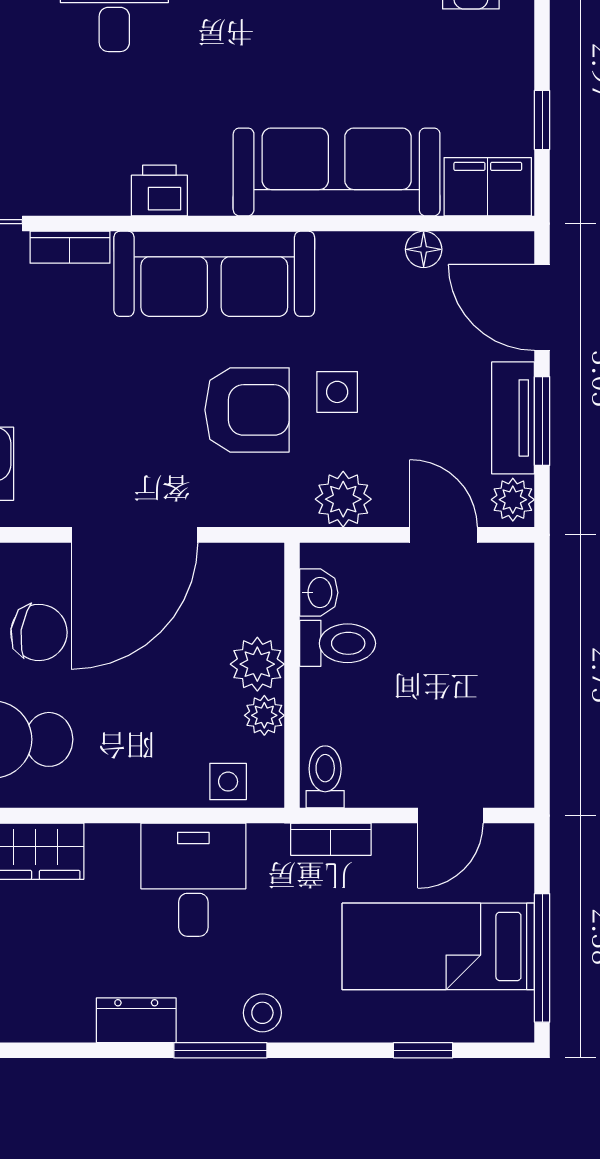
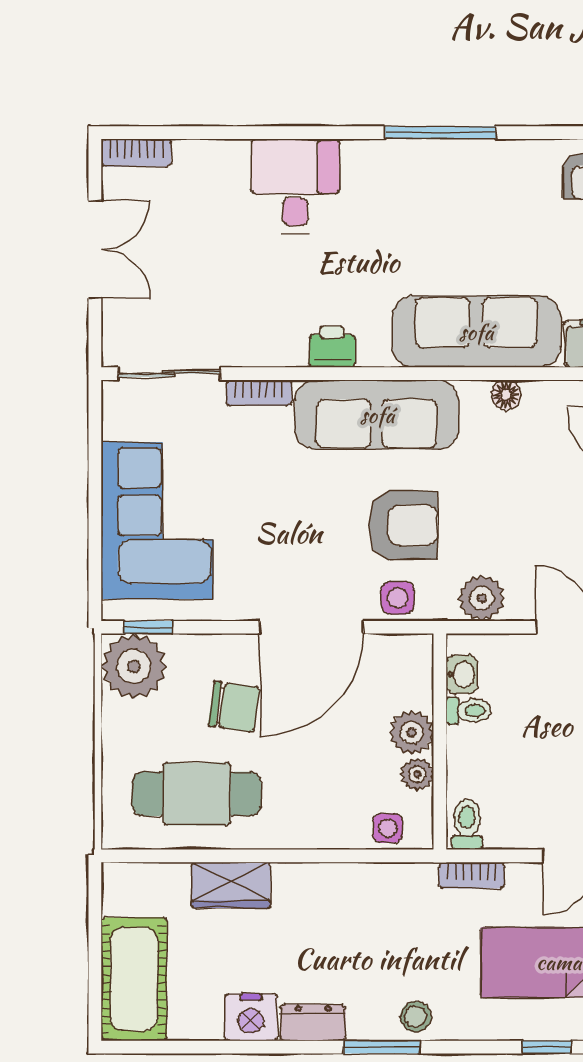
floor lamp: (424, 249) -> (506, 395), moved
side table: (337, 392) -> (398, 598), moved
toilet: (338, 643) -> (468, 711), width x0.73, depth x0.72
desk: (193, 880) -> (360, 908), removed
nightstand: (60, 1014) -> (251, 1017), added

